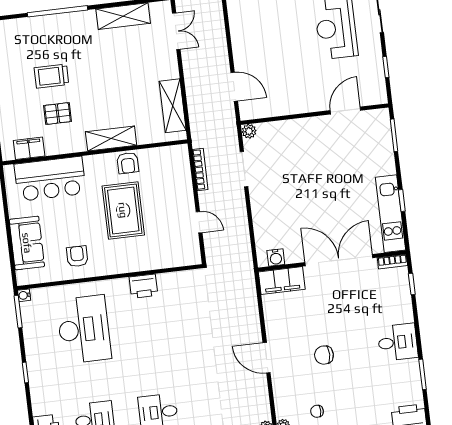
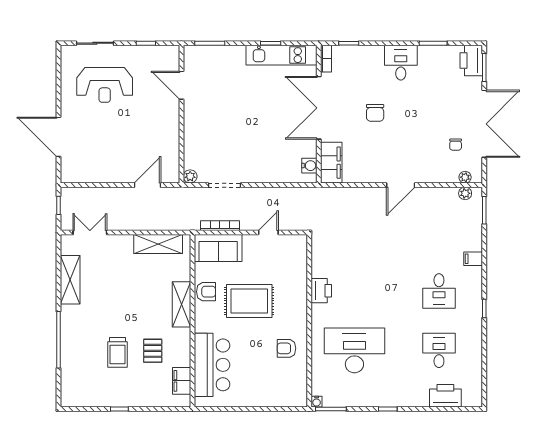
sofa: (27, 243) -> (218, 248), moved, turned 180
chair: (324, 355) -> (375, 113), moved

